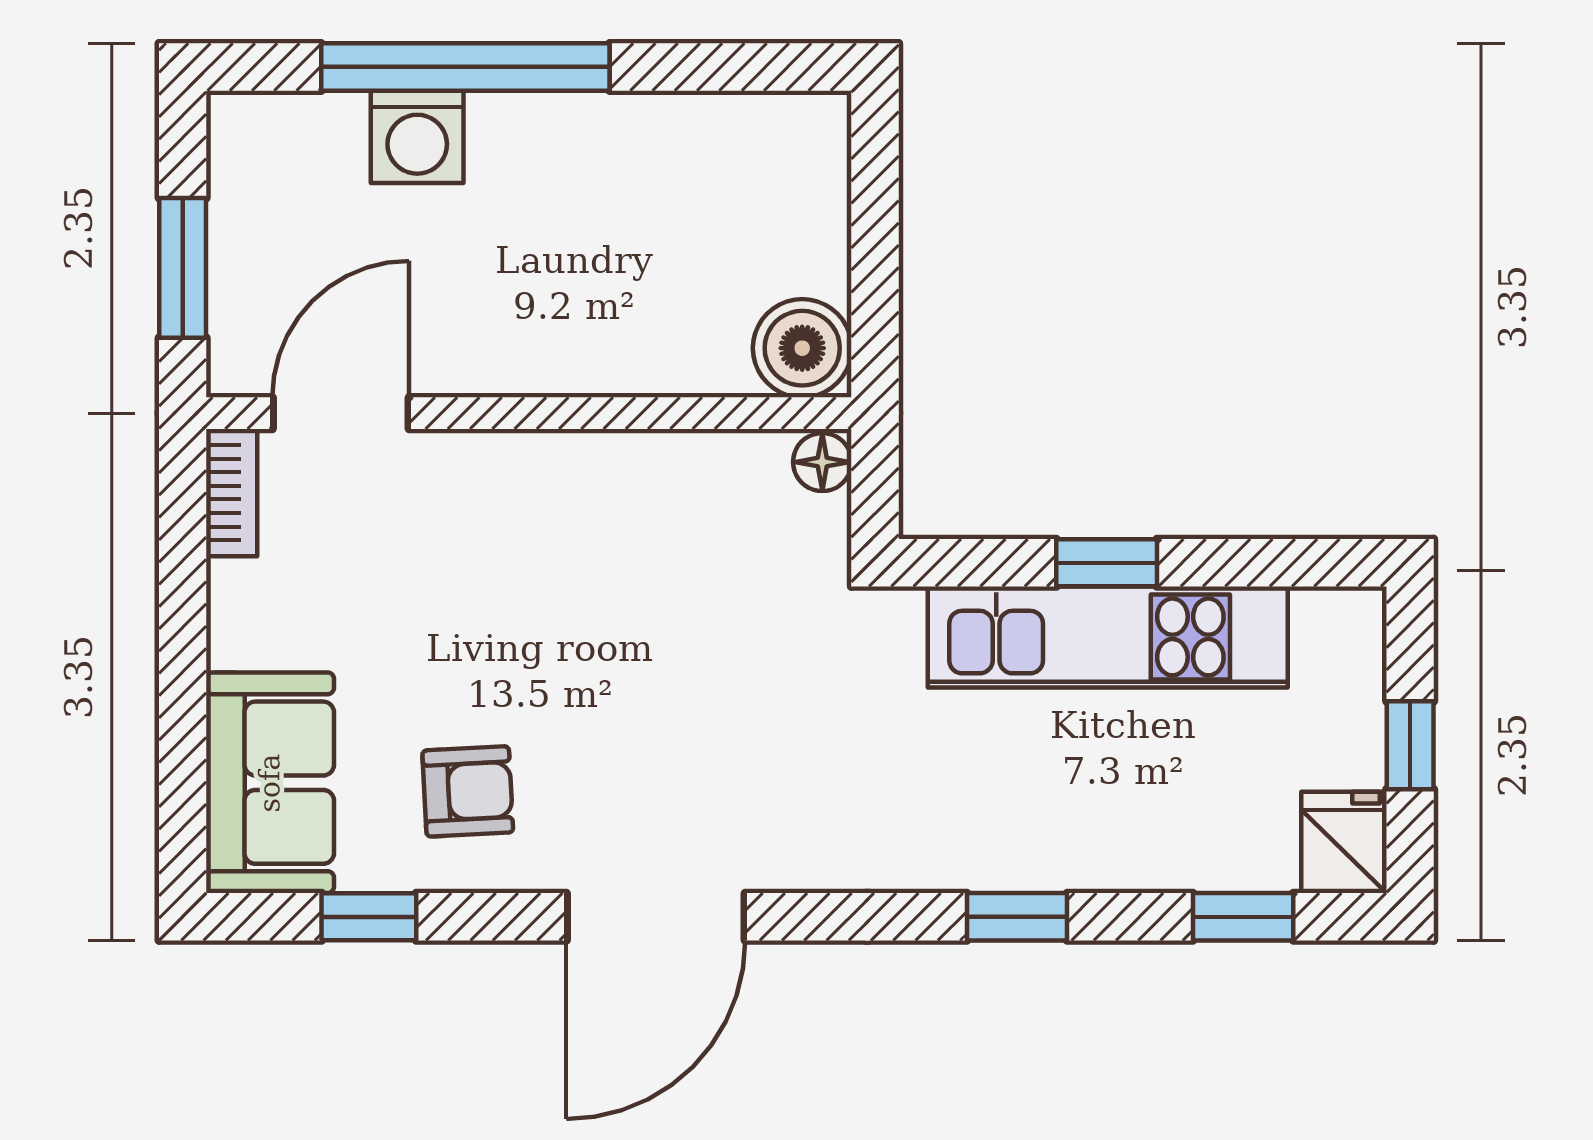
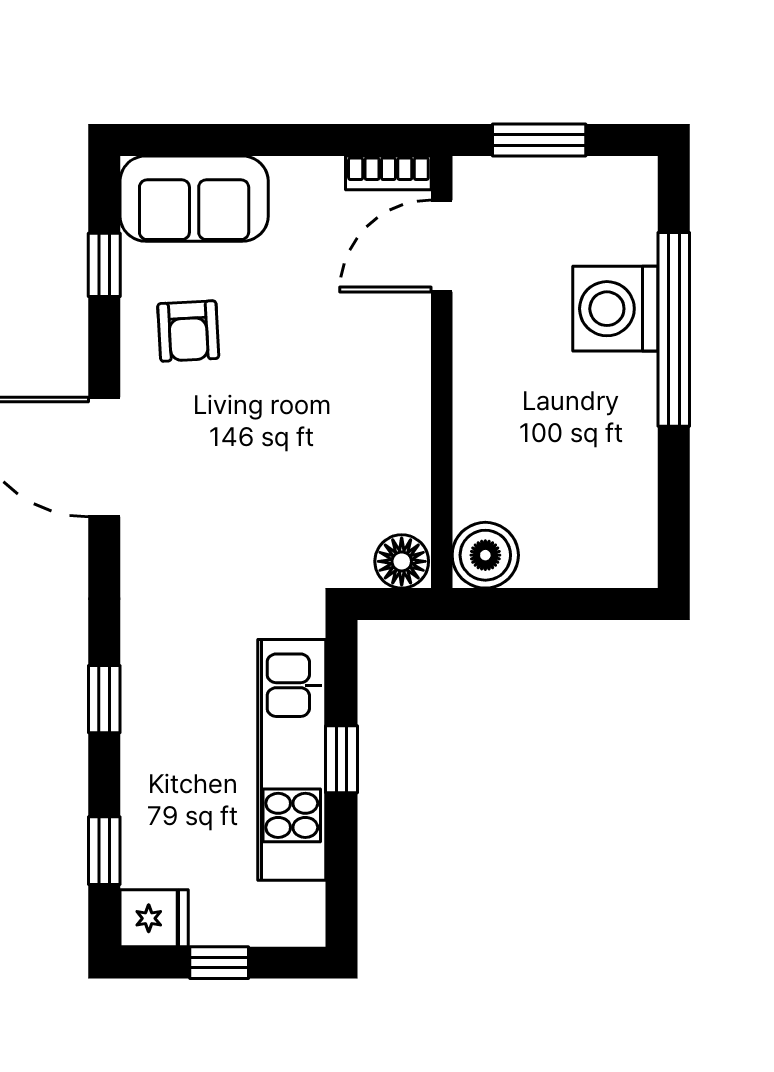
washing machine: (417, 137) -> (615, 309), width x1.37, depth x1.37
door: (341, 413) -> (442, 246), swing flipped
floor lamp: (822, 462) -> (402, 561), width x1.37, depth x1.37

